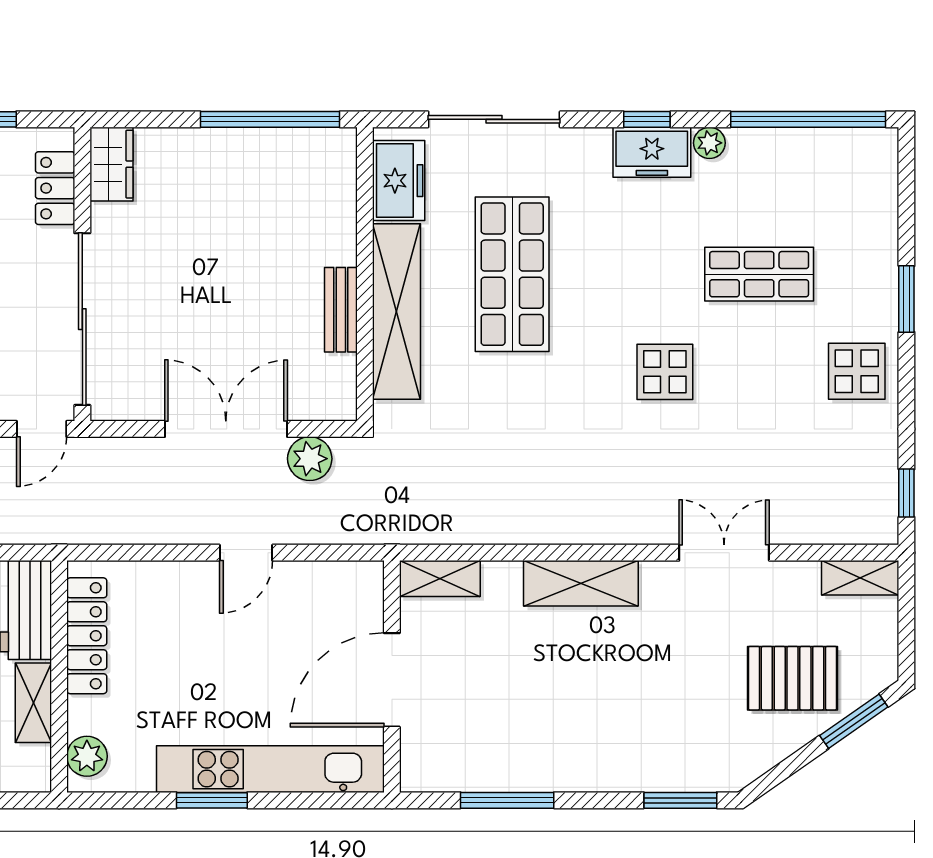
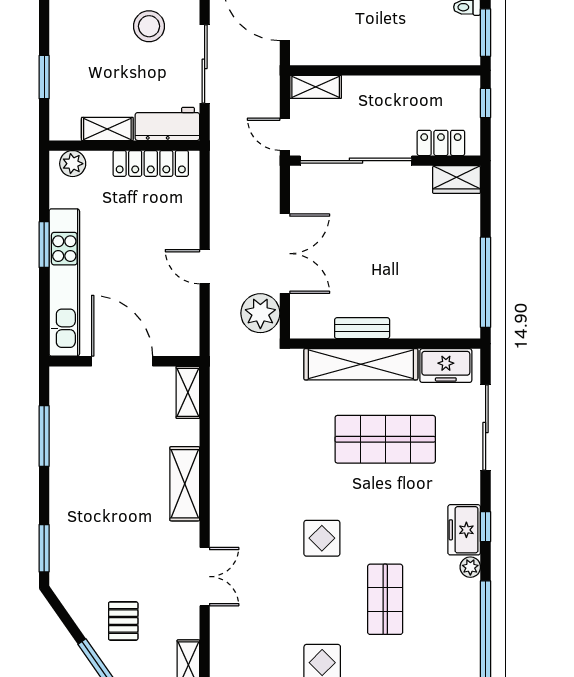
plant: (310, 459) -> (260, 313), width x1.36, depth x1.36
pallet: (793, 678) -> (123, 621), width x0.67, depth x0.71

